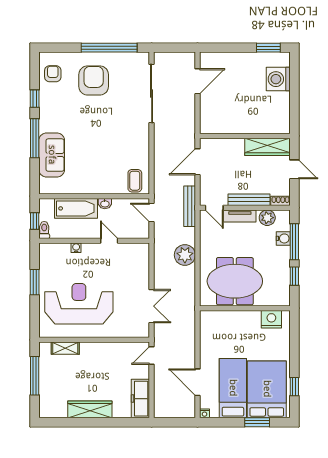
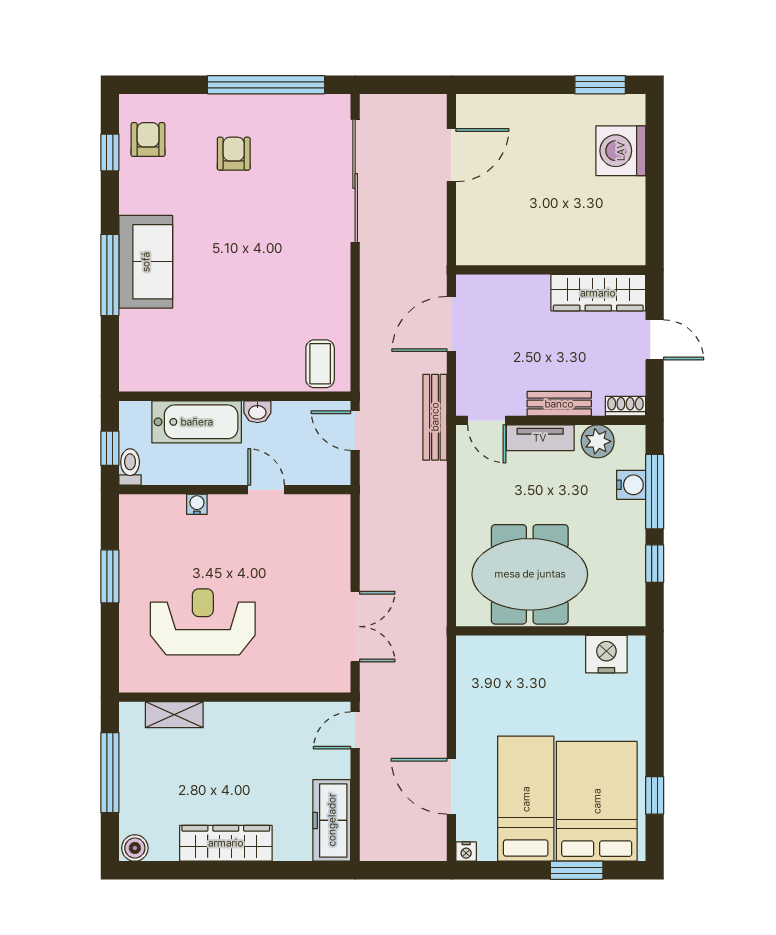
armchair: (94, 80) -> (234, 154), width x0.53, depth x0.53
window: (35, 99) -> (110, 152), moved
sofa: (52, 155) -> (146, 262), moved
bench: (249, 200) -> (559, 404), width x0.73
plant: (185, 255) -> (425, 519), removed
reception desk: (79, 304) -> (203, 622), width x0.74, depth x0.77
boiler: (47, 412) -> (135, 848), added

